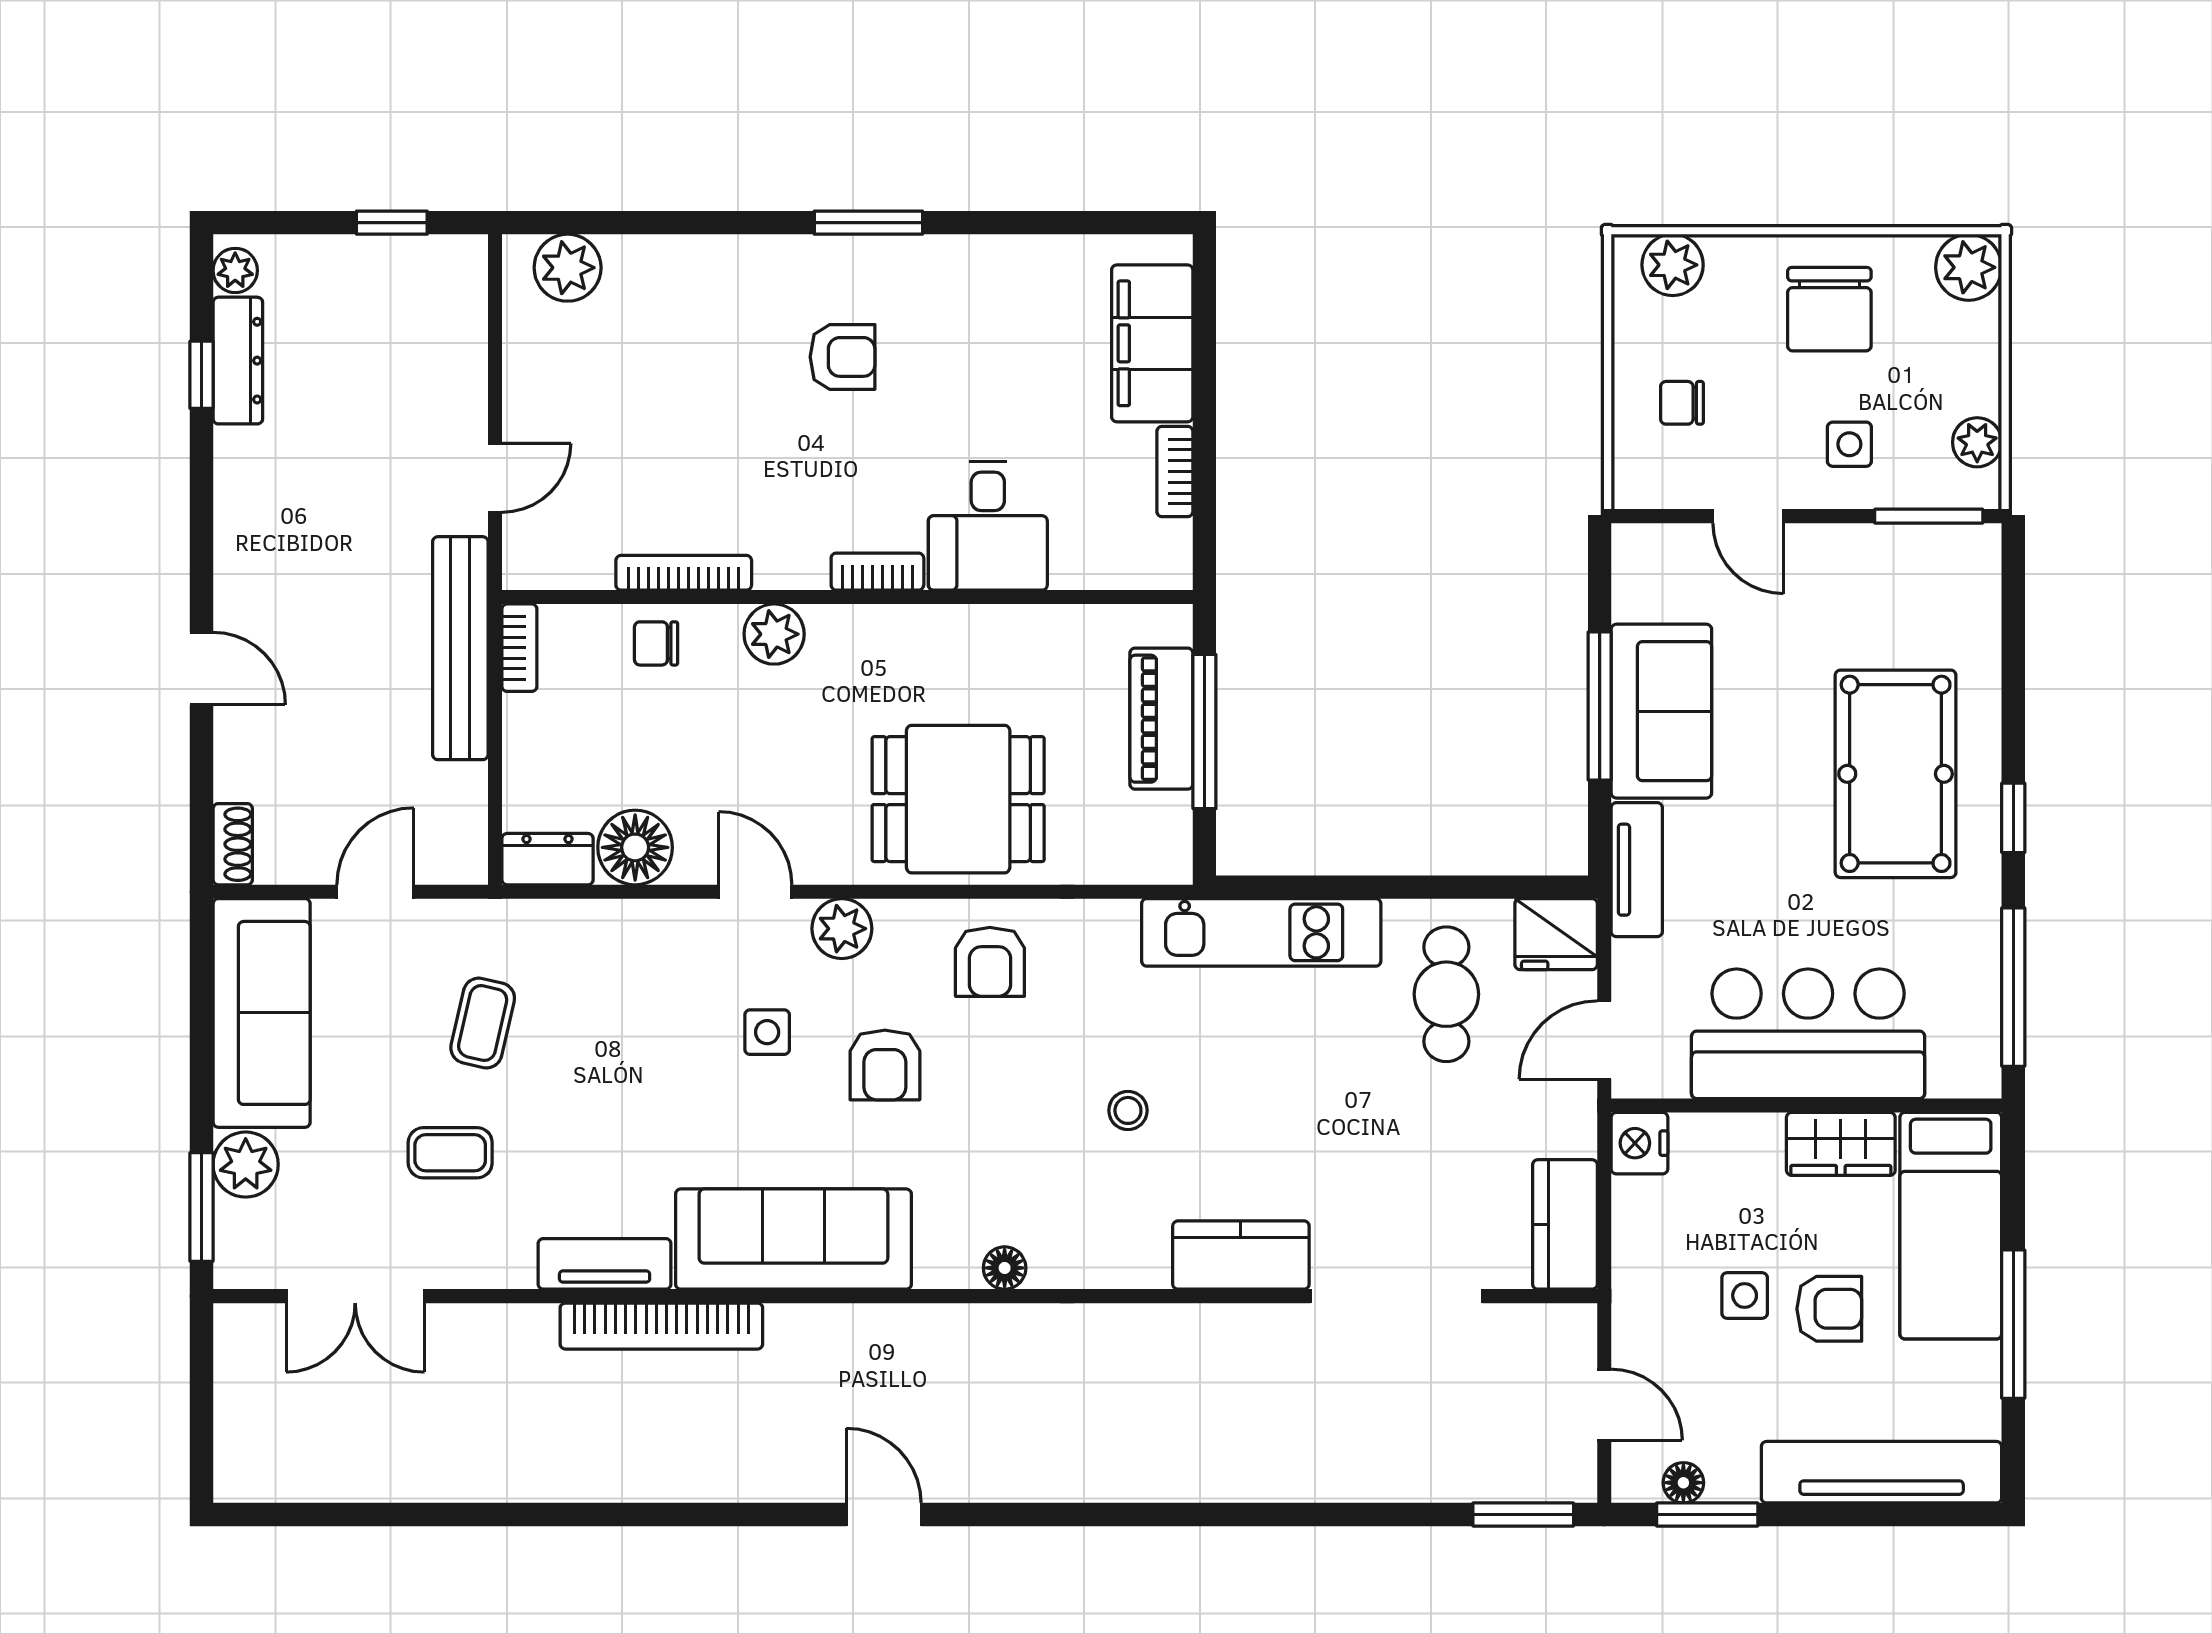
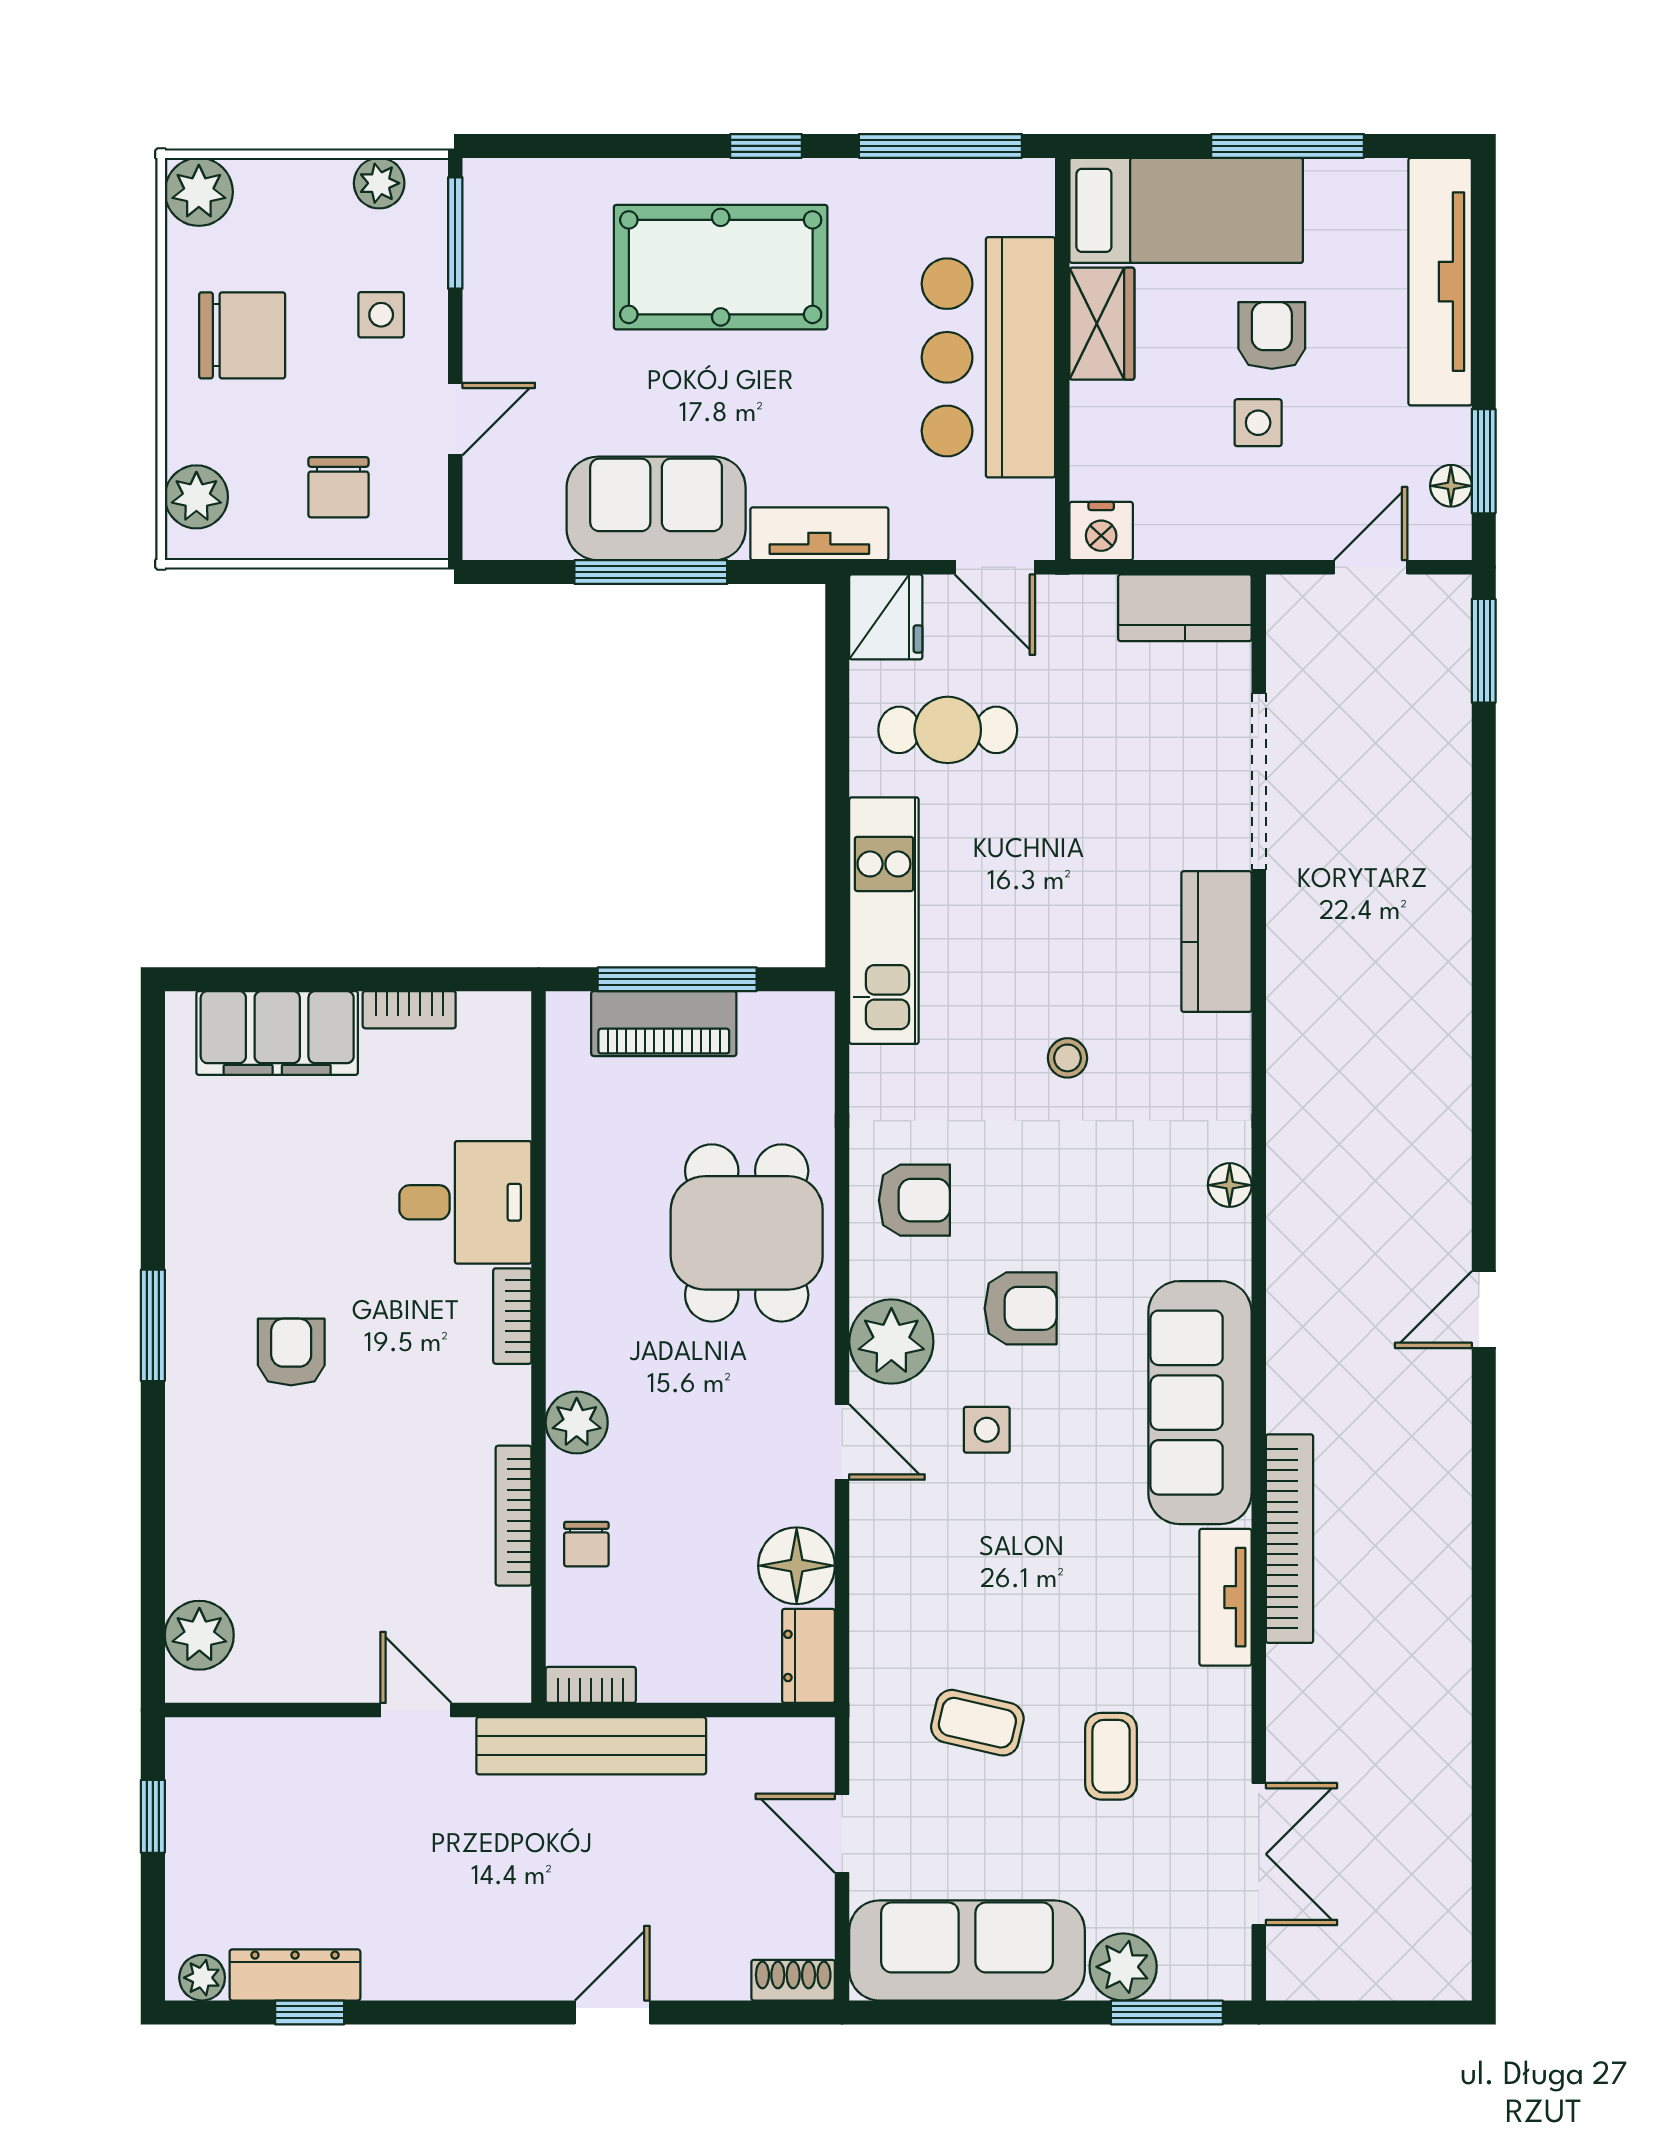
chair: (1682, 403) -> (338, 487), width x1.37, depth x1.37
door: (755, 892) -> (842, 1442), swing flipped
plant: (842, 929) -> (891, 1342), width x1.36, depth x1.36

